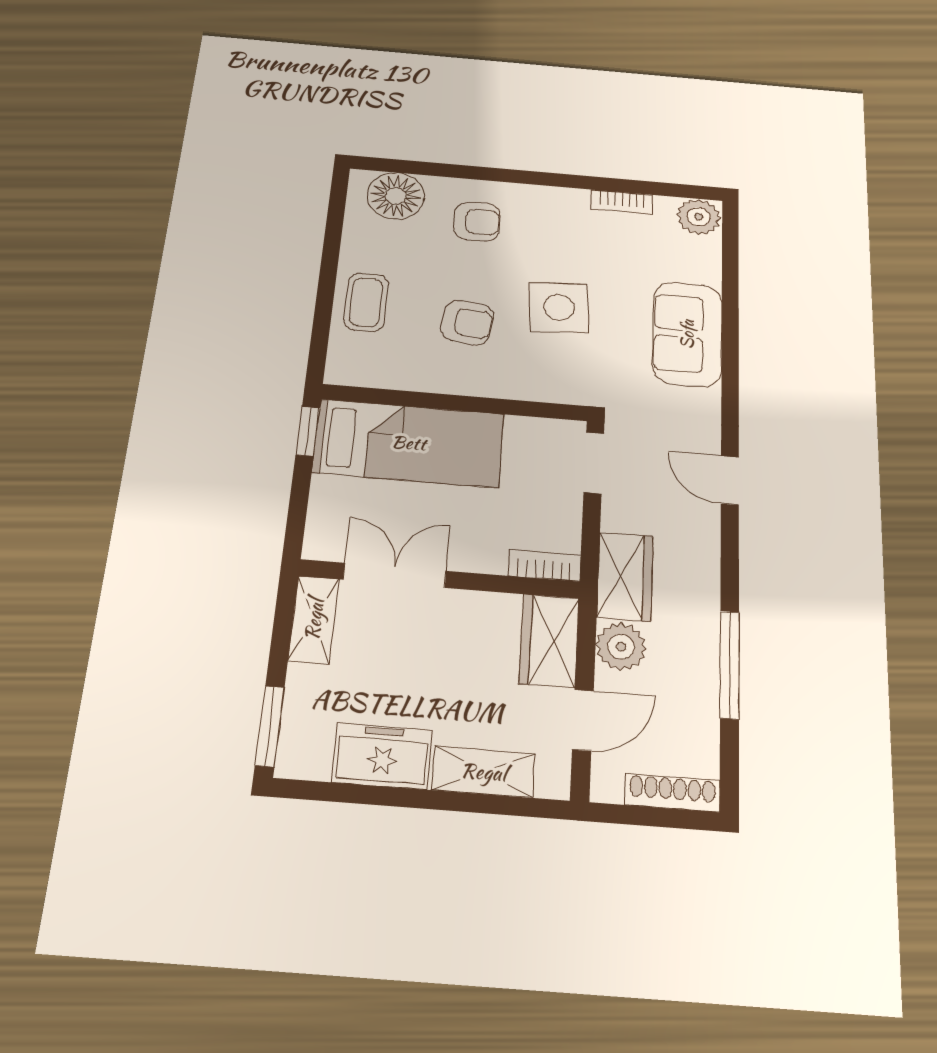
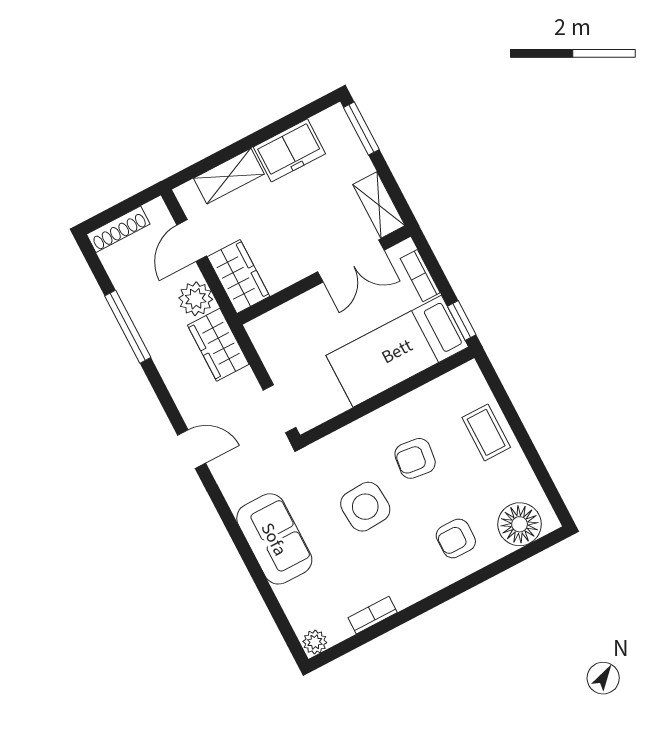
plant: (699, 217) -> (315, 642), width x0.73, depth x0.73
bookcase: (544, 566) -> (420, 276), moved, turned 90

